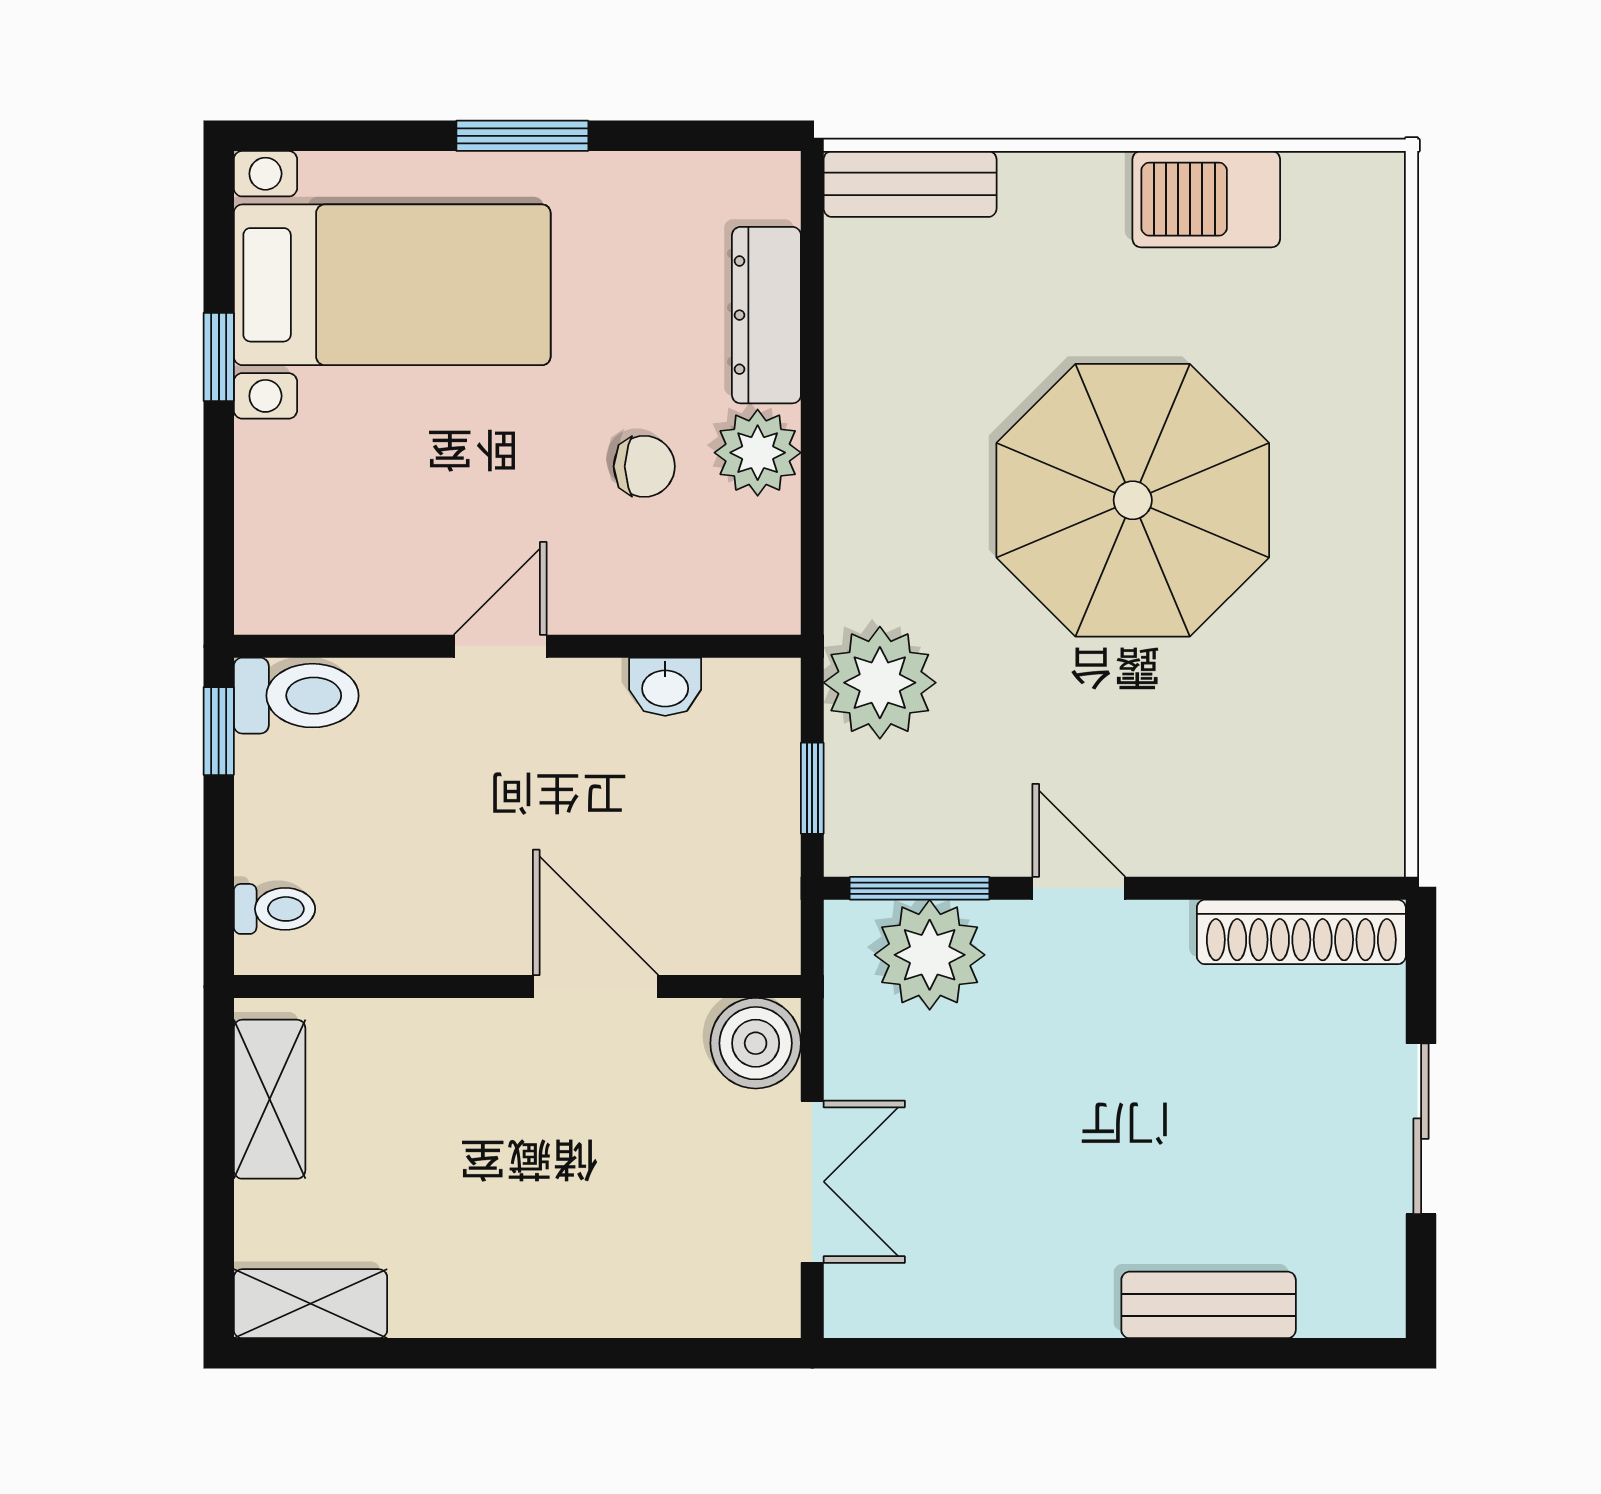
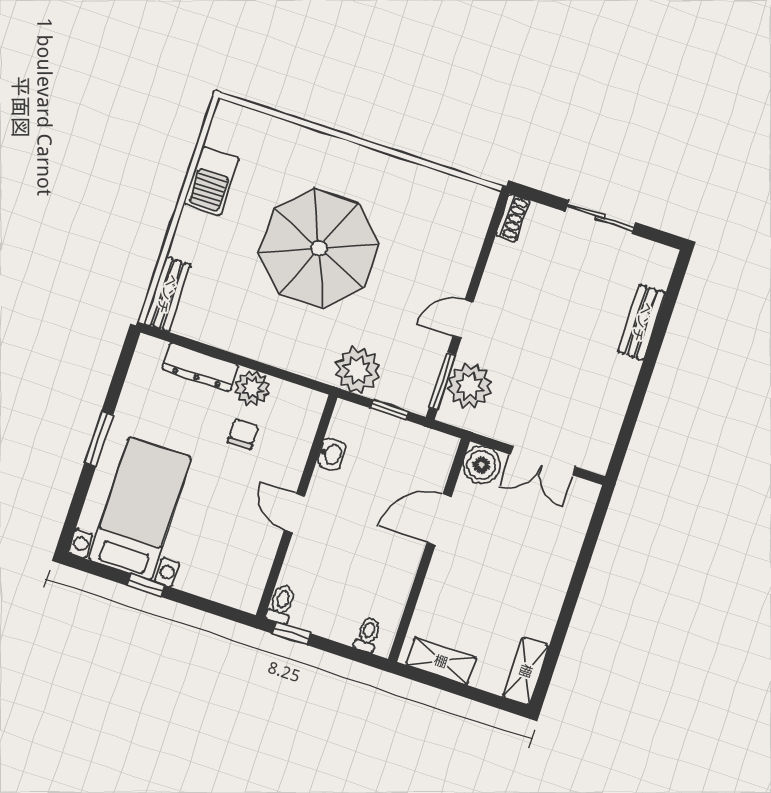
toilet: (296, 696) -> (281, 604), width x0.73, depth x0.72
shoe rack: (1301, 932) -> (513, 218), width x0.51, depth x0.81
double door: (812, 1182) -> (543, 461), swing flipped

